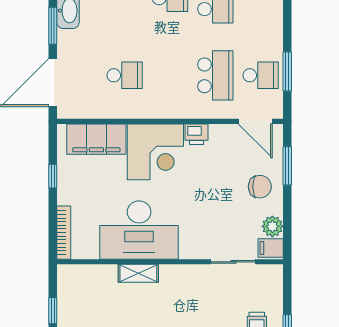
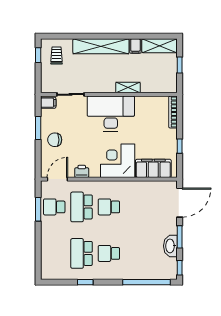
school desk: (125, 75) -> (109, 207), moved
door: (255, 121) -> (57, 179), hinge flipped
printer: (197, 134) -> (82, 171), moved
window: (287, 166) -> (38, 128), moved
plant: (272, 226) -> (47, 116), removed
desk: (139, 230) -> (111, 114), moved

